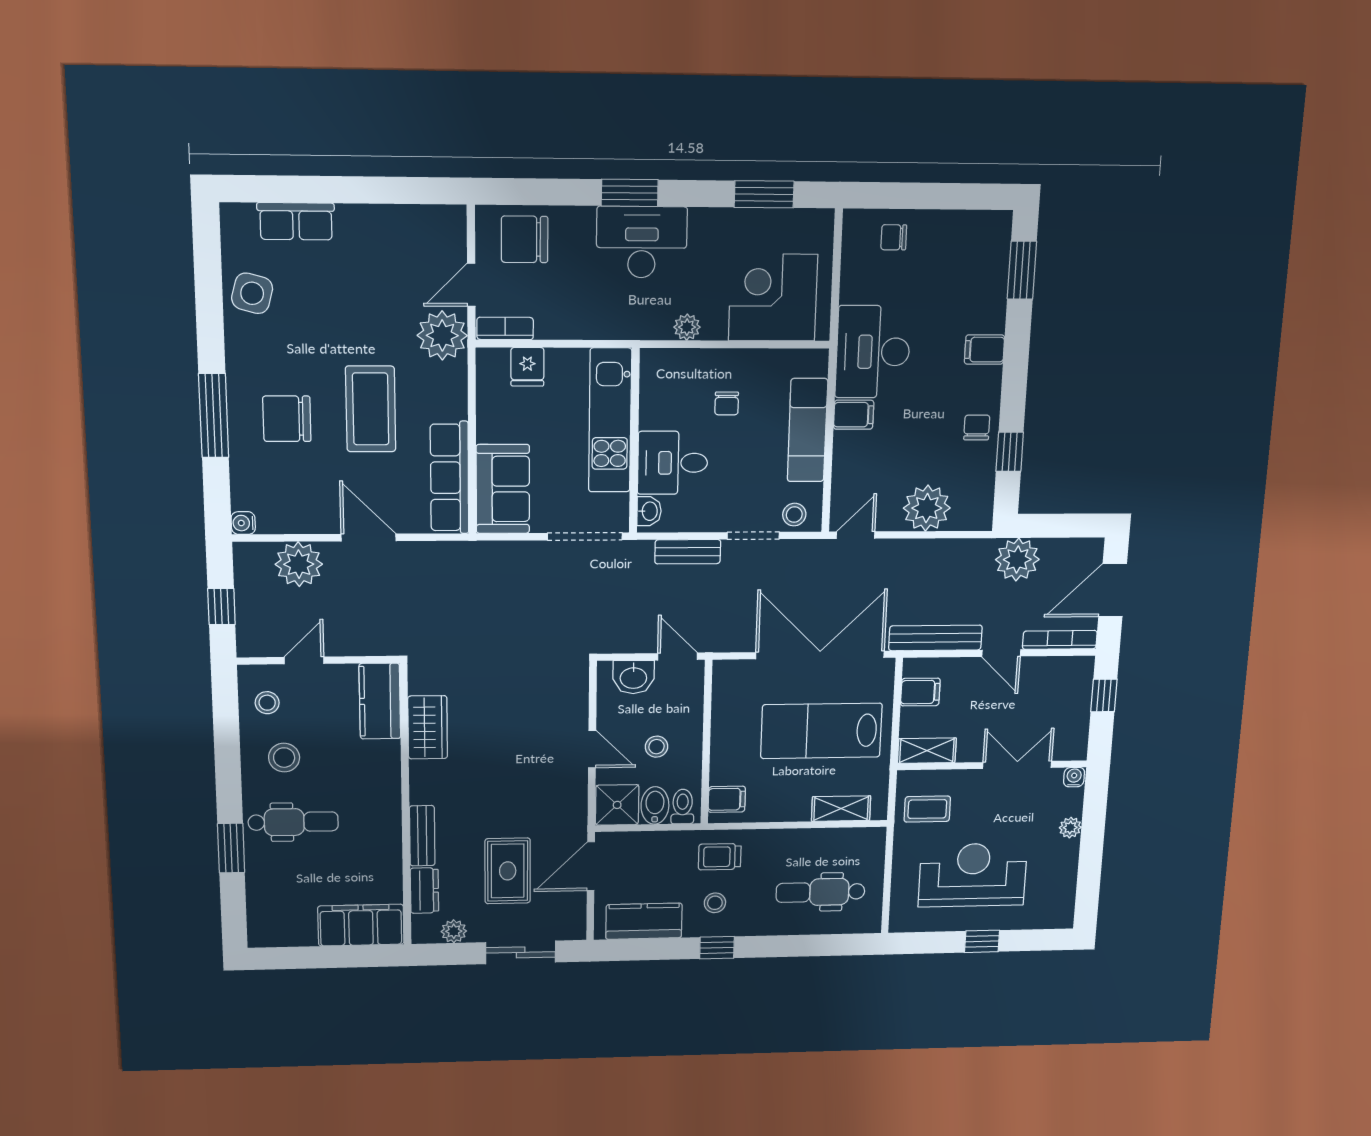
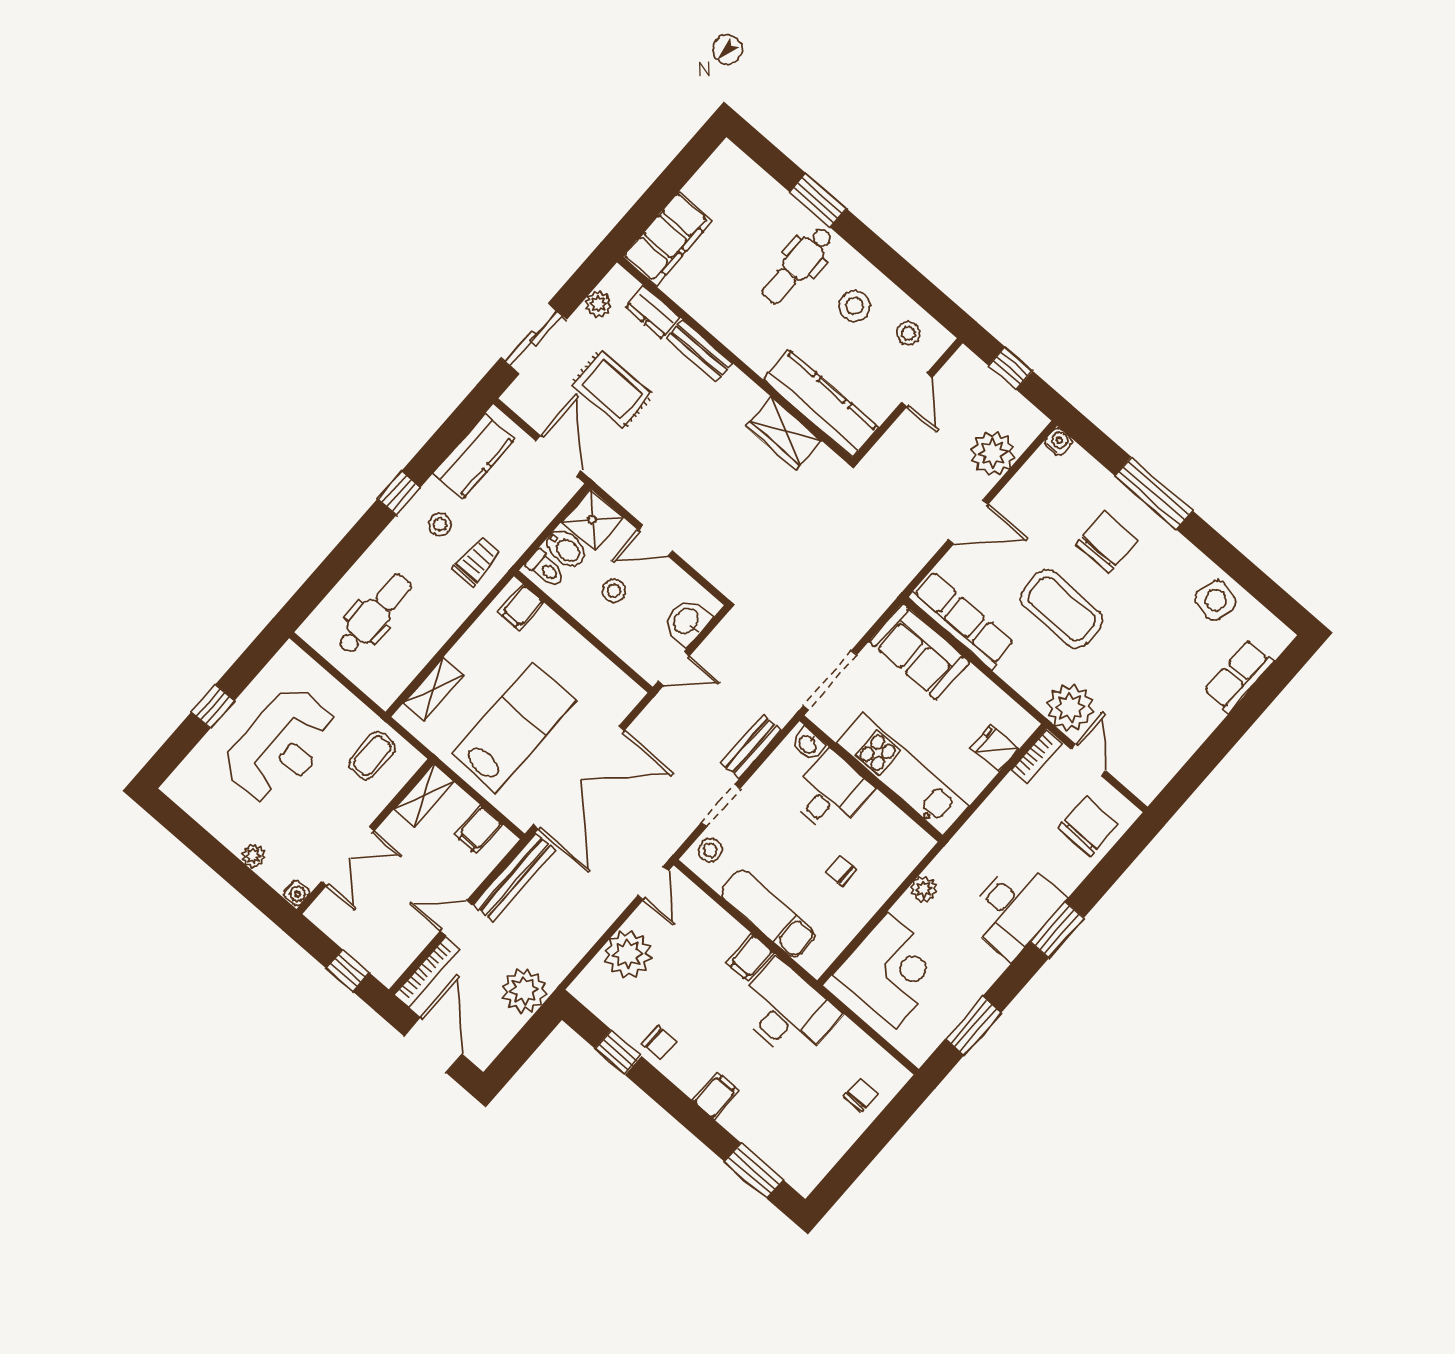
kitchen counter: (380, 701) -> (821, 403), width x1.50

